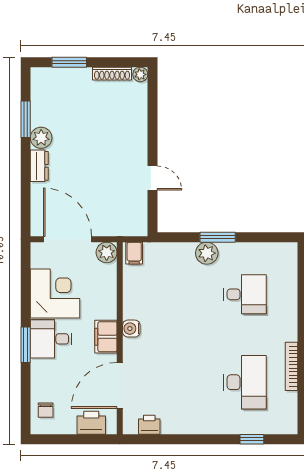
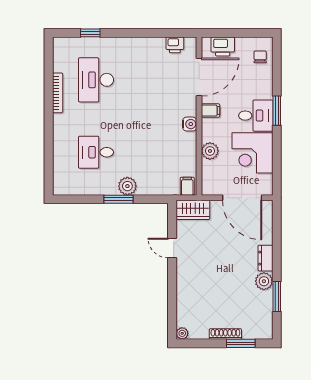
shoe rack: (112, 74) -> (225, 334), moved
wardrobe: (127, 224) -> (193, 210), added
plant: (107, 252) -> (210, 151), moved
filing cabinet: (106, 337) -> (211, 111), width x0.50

